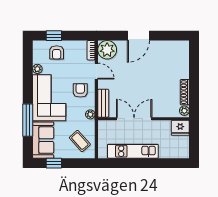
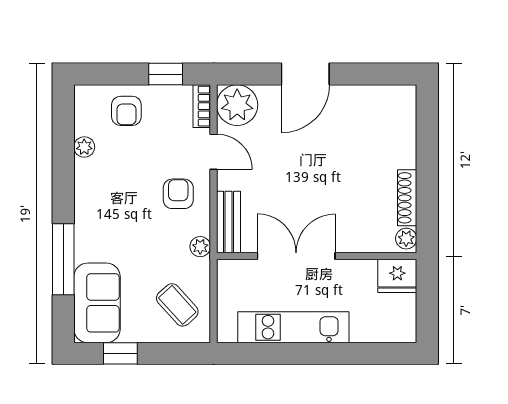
window: (54, 36) -> (166, 74), moved
corner sofa: (49, 98) -> (110, 210), removed

